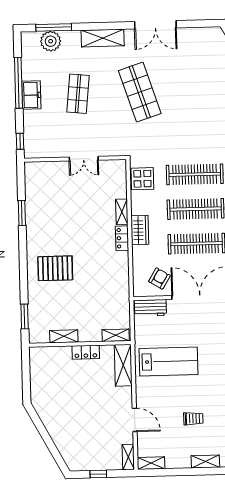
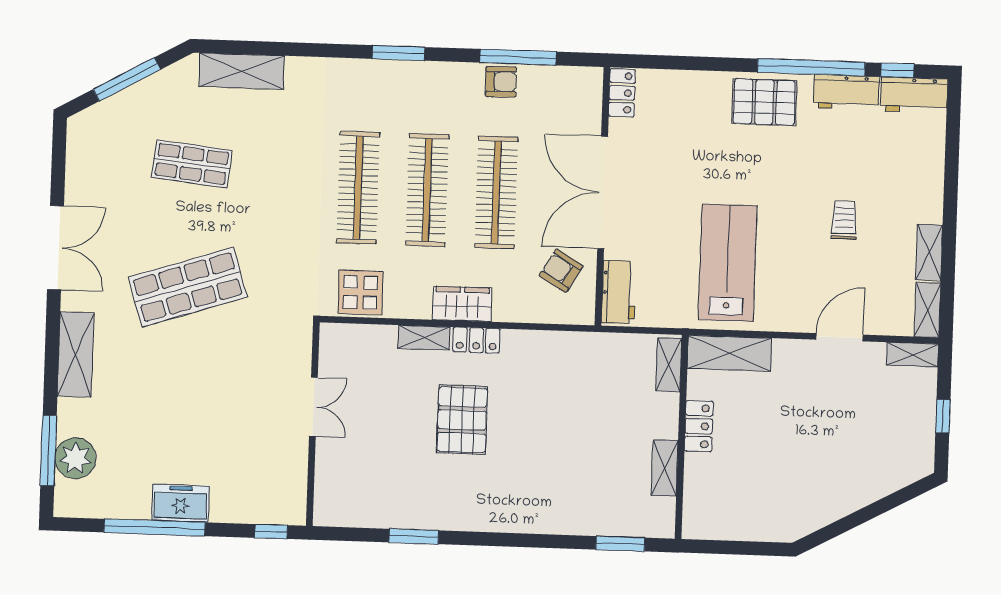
shop shelf: (78, 94) -> (192, 164), moved
pallet: (55, 268) -> (462, 420), moved
shelving: (205, 461) -> (929, 253), moved

